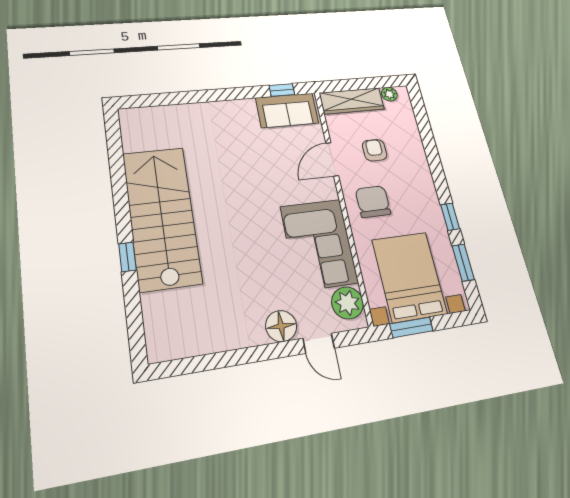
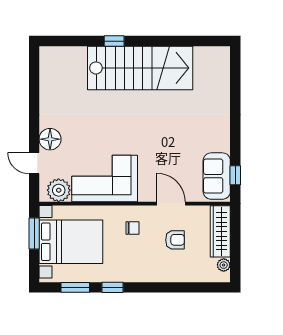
chair: (373, 202) -> (133, 228), width x0.54, depth x0.54
door: (319, 343) -> (34, 163), hinge flipped

